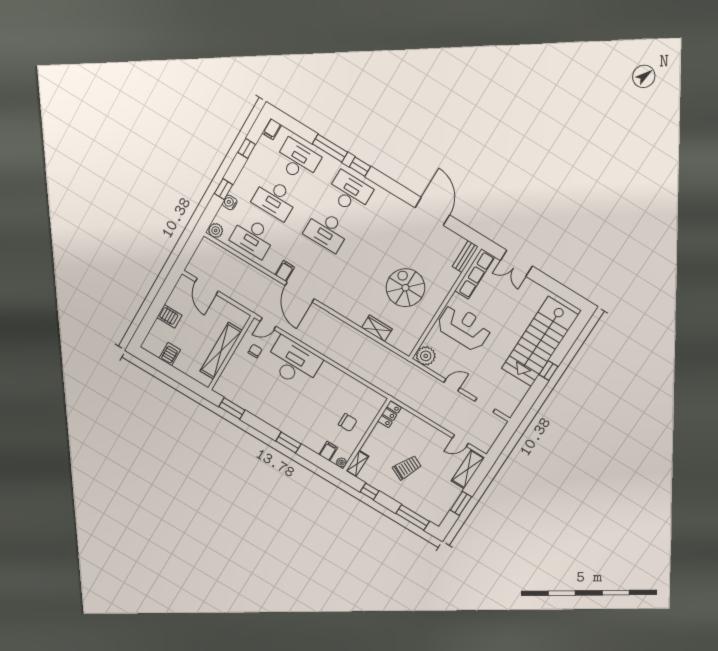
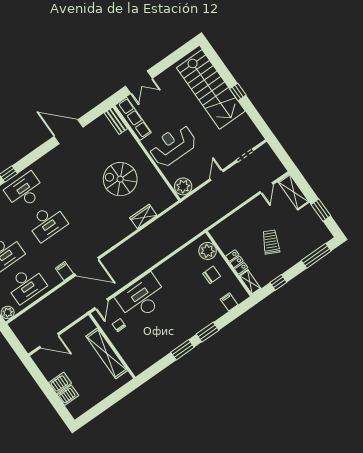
server rack: (170, 354) -> (68, 395), moved, turned 90
window: (232, 408) -> (182, 350), moved
locker: (389, 414) -> (237, 262), moved
plant: (341, 463) -> (208, 251), moved, width x1.87, depth x1.87

